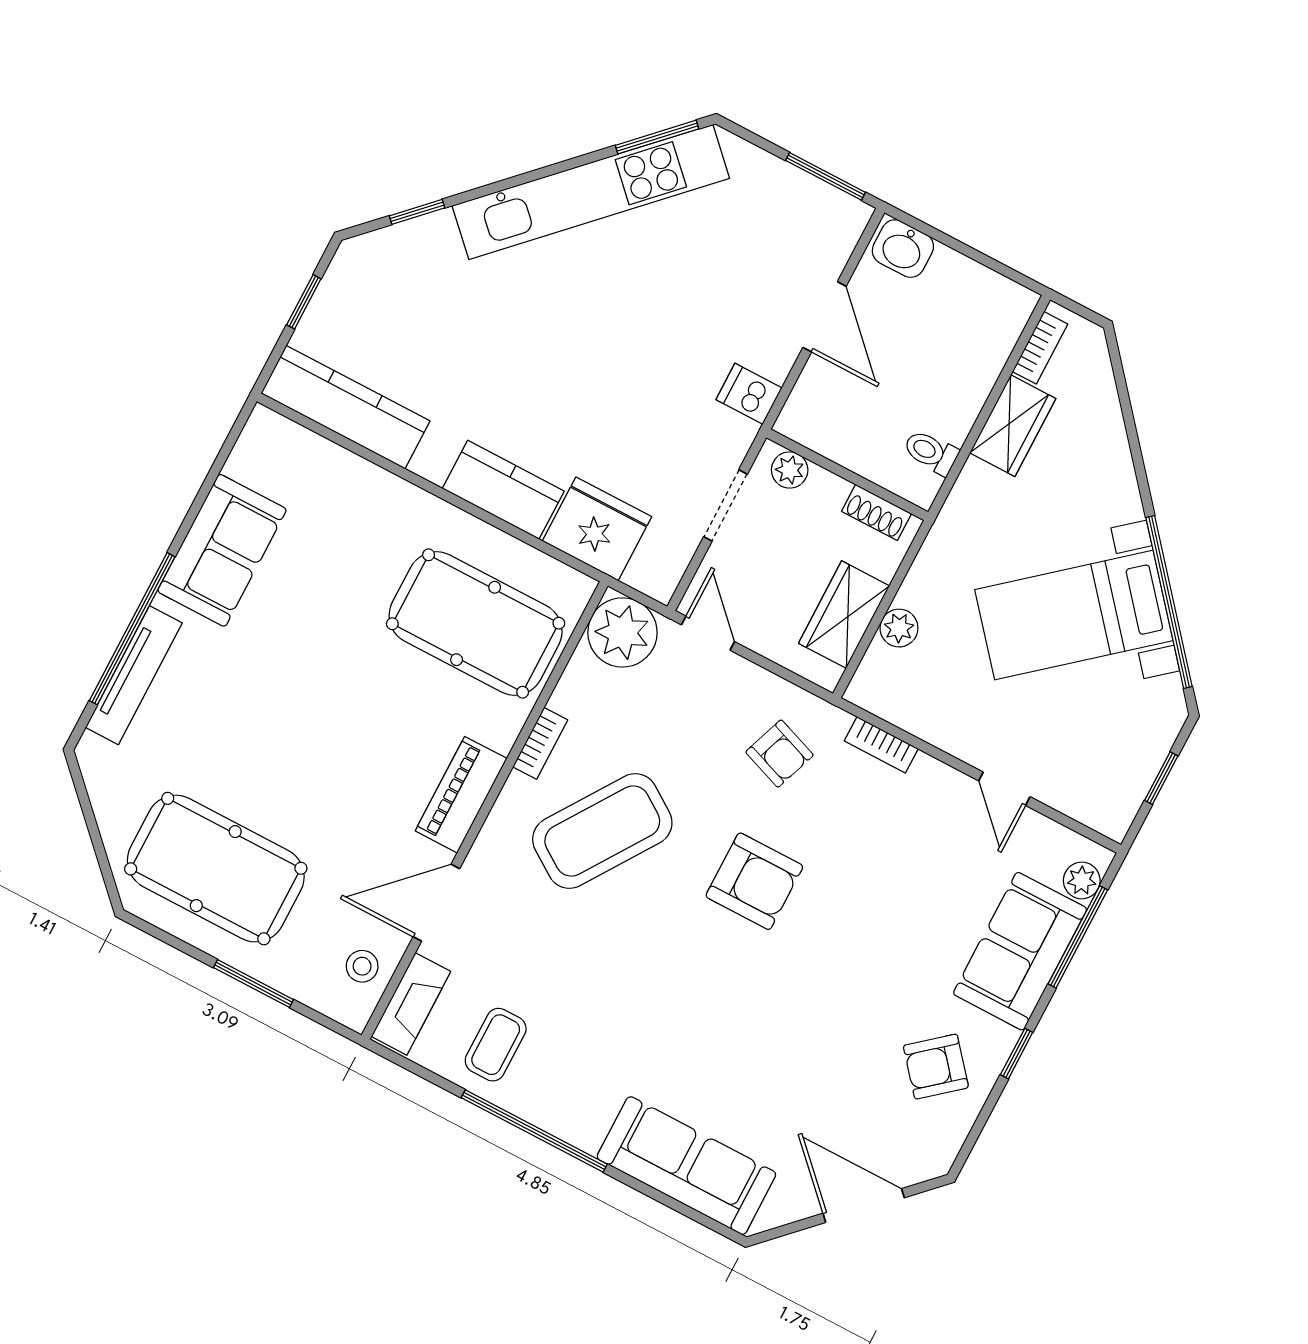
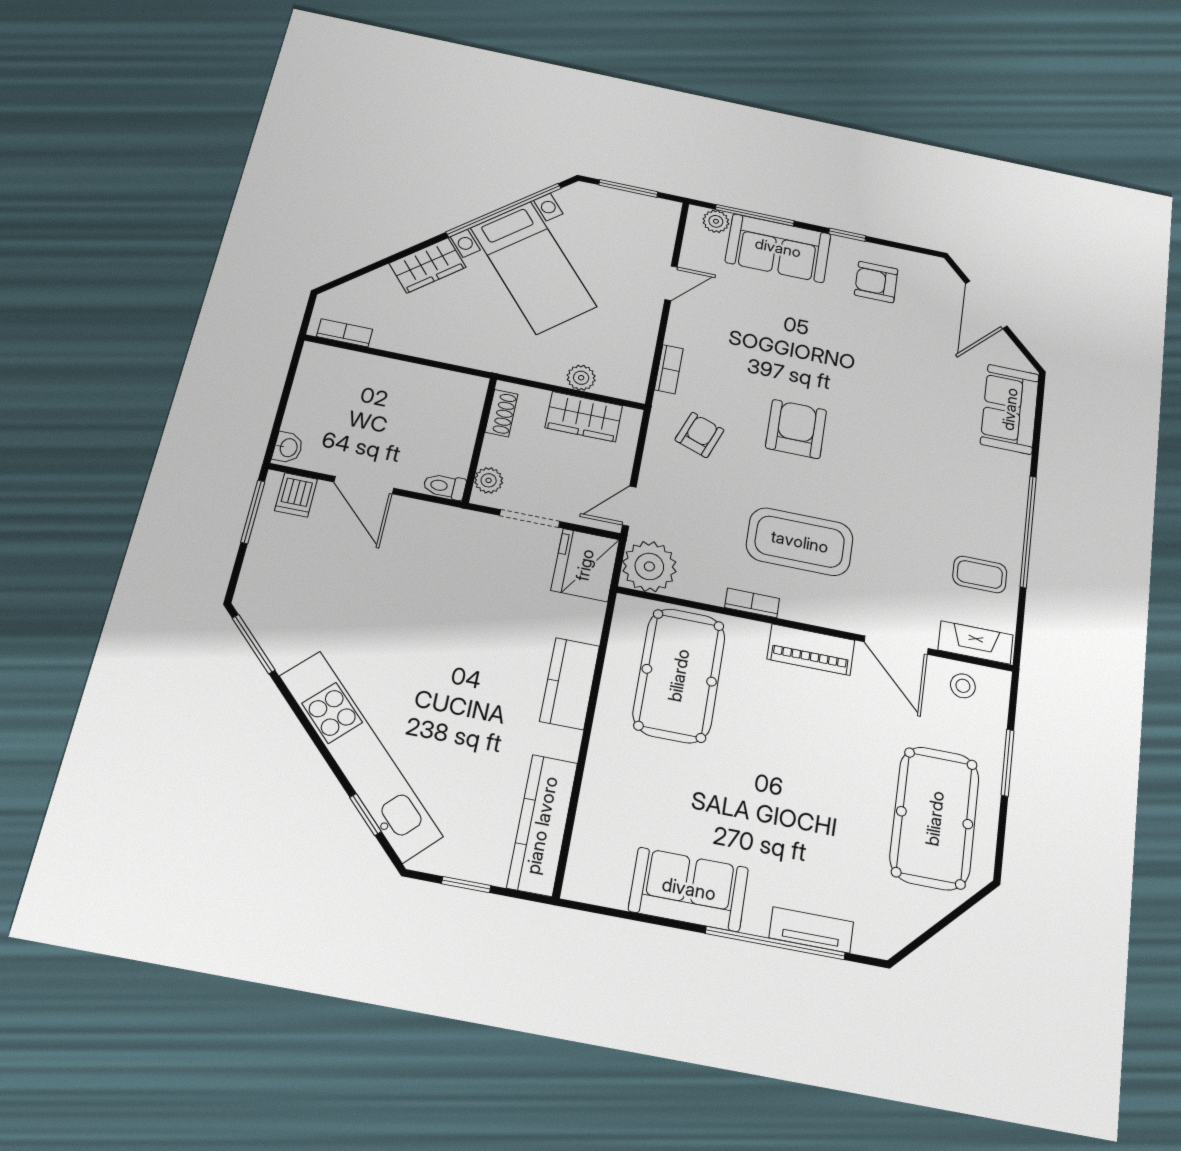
kitchen unit: (591, 192) -> (360, 755), moved
washbasin: (903, 249) -> (288, 448), width x0.72, depth x0.69
door: (824, 317) -> (364, 485), swing flipped
dishwasher: (749, 394) -> (296, 495), moved
wardrobe: (1013, 426) -> (428, 265), moved, turned 140
toilet: (931, 452) -> (445, 486), moved, turned 90
fridge: (597, 529) -> (585, 565), moved
tv unit: (134, 675) -> (811, 930), width x0.71
window: (1161, 778) -> (628, 188), width x1.50
coffee table: (602, 831) -> (800, 542), turned -34
armchair: (936, 1067) -> (876, 282), turned 130
sofa: (686, 1166) -> (1010, 409), width x0.73

